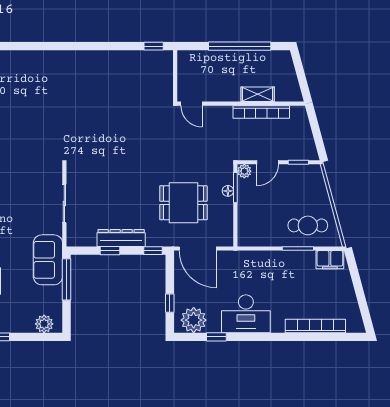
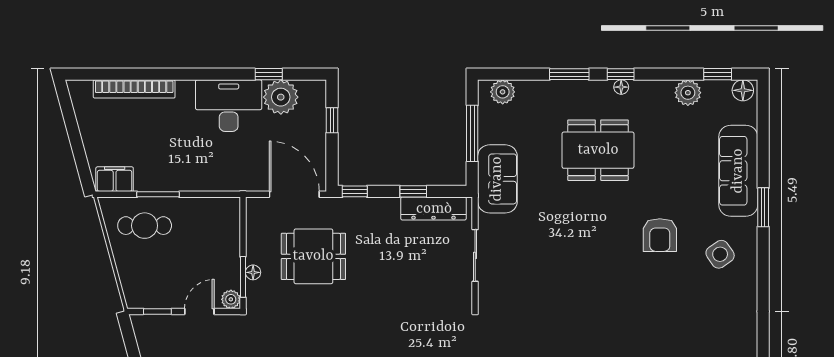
dresser: (121, 238) -> (434, 209), moved
window: (67, 279) -> (472, 133), moved
plant: (194, 320) -> (281, 97), moved

